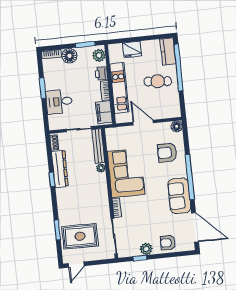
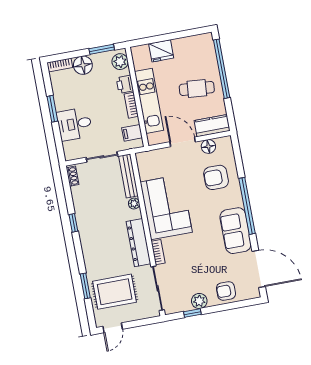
kitchen counter: (168, 52) -> (212, 126), moved, turned 90
filing cabinet: (104, 112) -> (132, 133), width x0.50
floor lamp: (177, 126) -> (208, 146), moved
dresser: (60, 169) -> (139, 243), moved, turned 180

